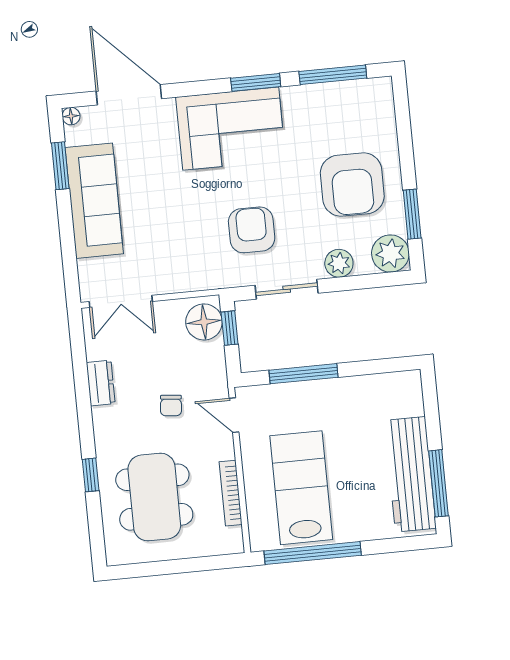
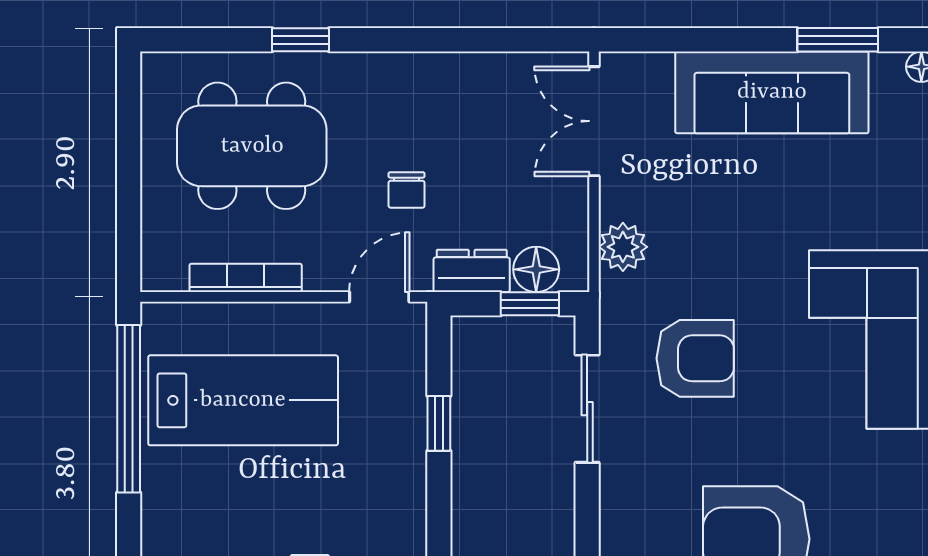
plant: (339, 263) -> (623, 247), moved
floor lamp: (204, 322) -> (536, 269), width x0.73, depth x0.73
window: (303, 374) -> (439, 423), width x0.46
dresser: (101, 383) -> (472, 271), moved, turned 180
chair: (171, 405) -> (407, 190), turned -95

